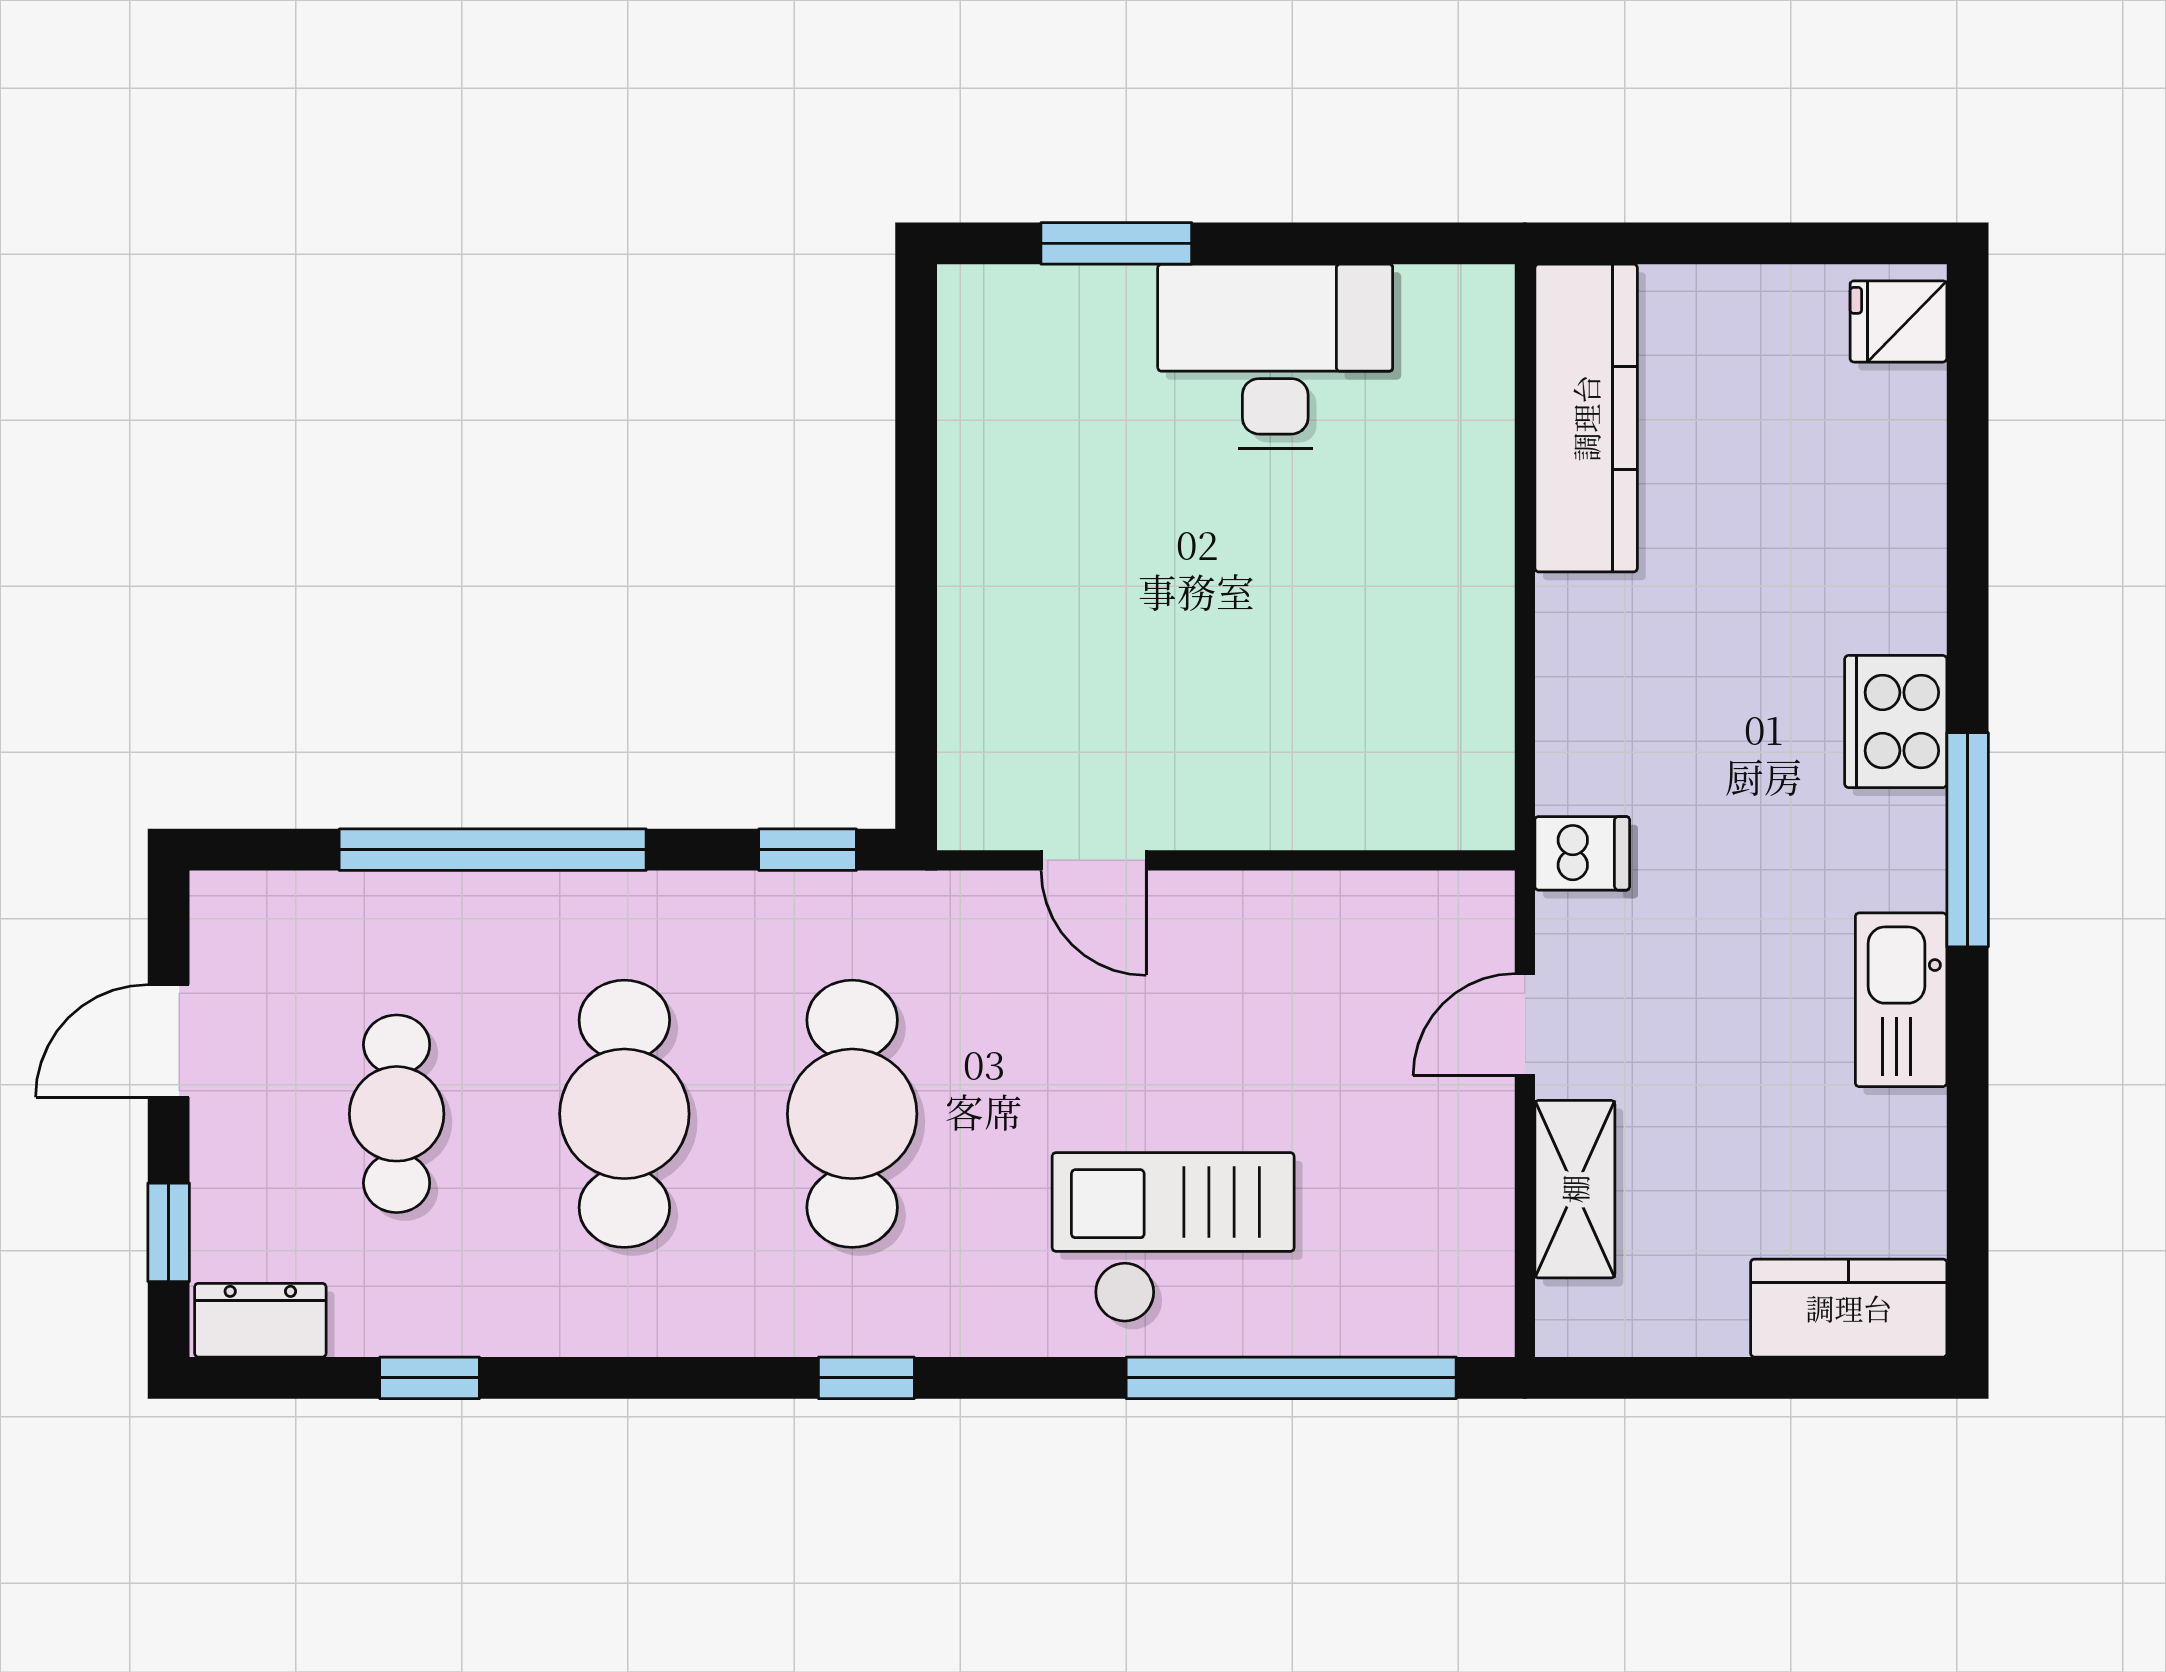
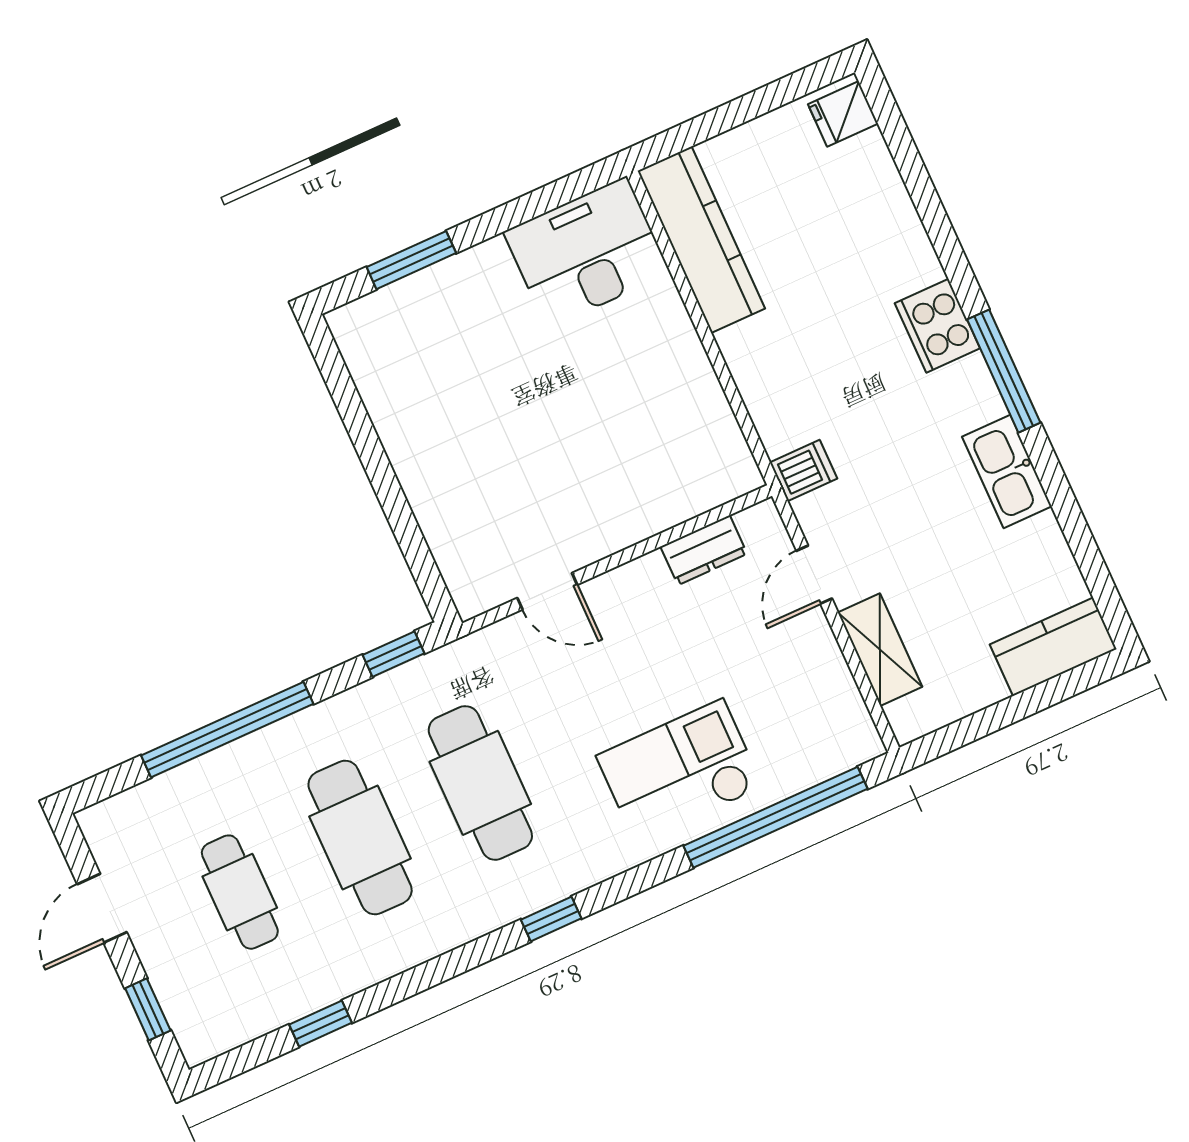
desk: (1275, 356) -> (587, 252), moved
dresser: (260, 1320) -> (704, 550), moved, turned 180

